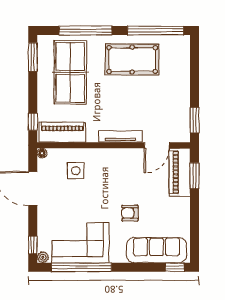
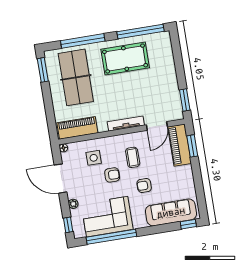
window: (33, 122) -> (51, 123), removed
coffee table: (122, 178) -> (133, 157), added
armchair: (94, 194) -> (112, 175), added
plant: (43, 257) -> (73, 204), moved

